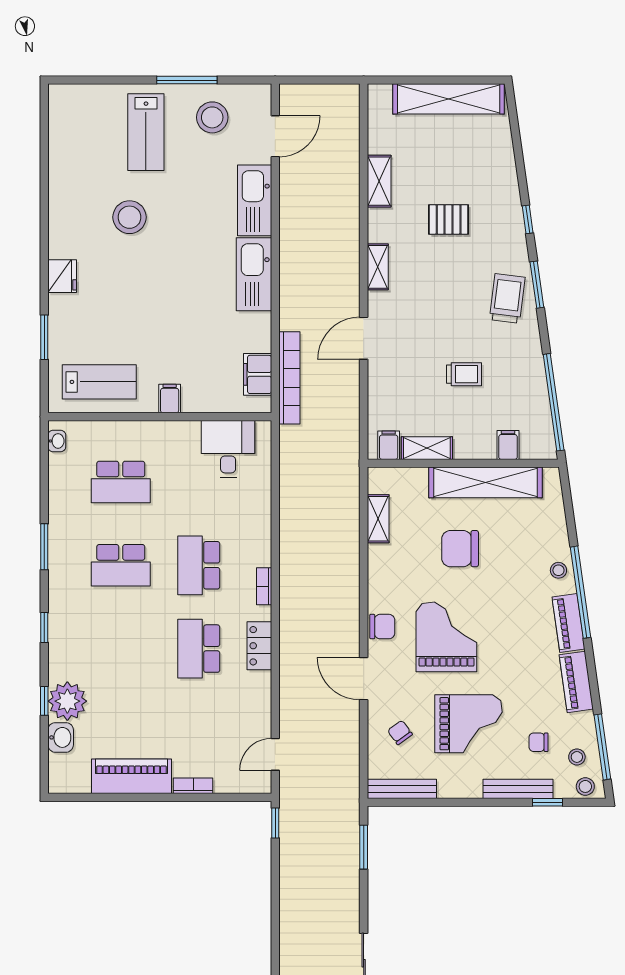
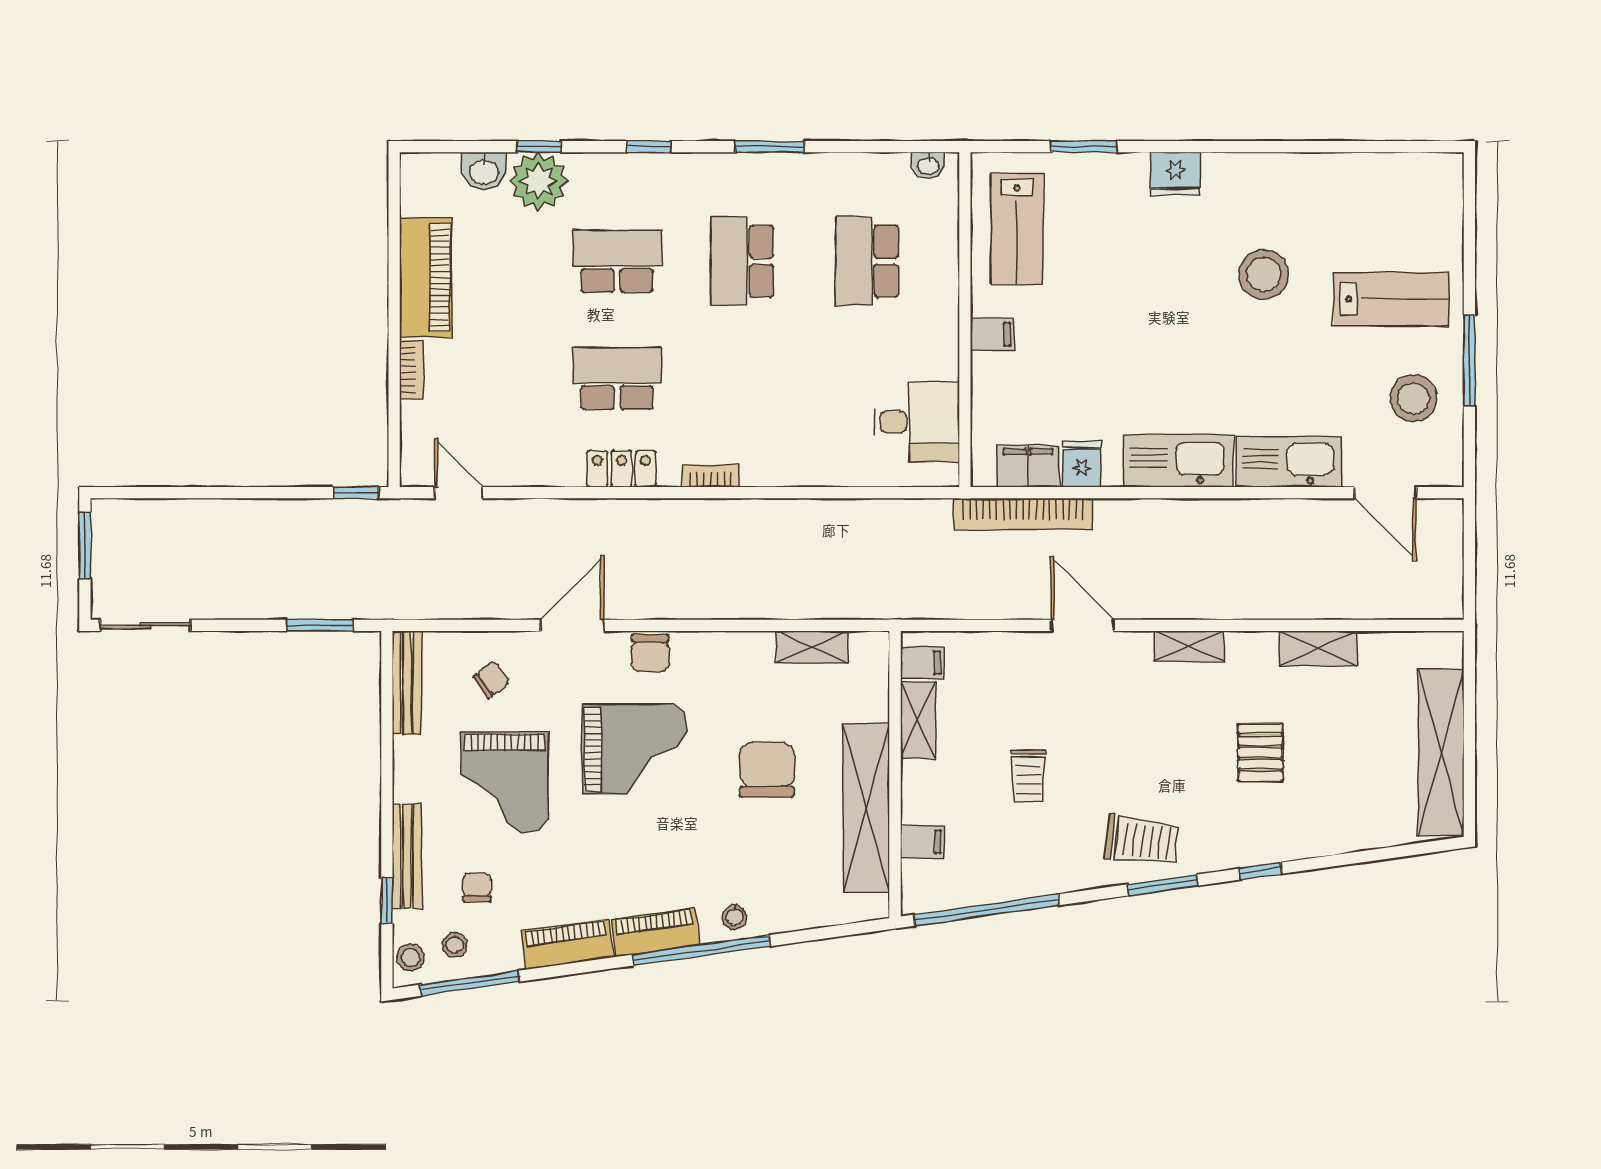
lab bench: (146, 132) -> (1391, 299), turned 180
fridge: (256, 339) -> (1082, 464), added
school desk: (199, 565) -> (617, 261), moved

